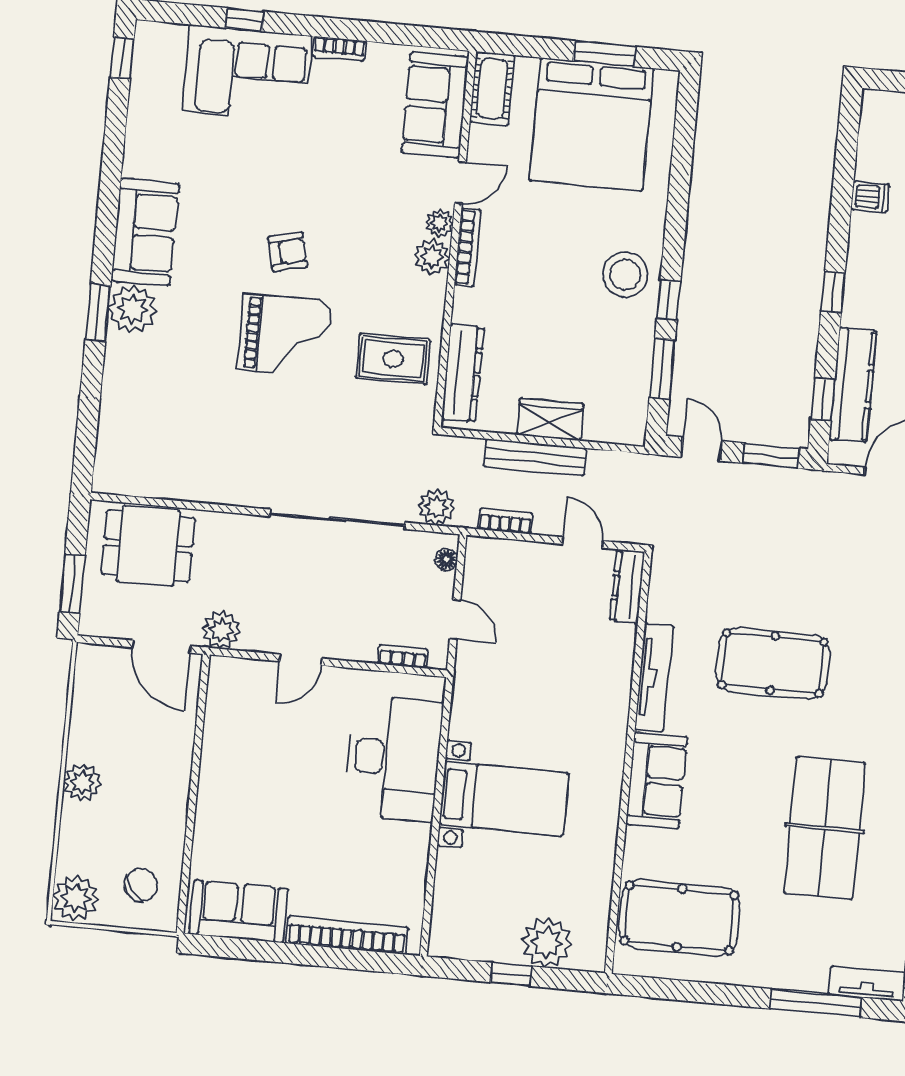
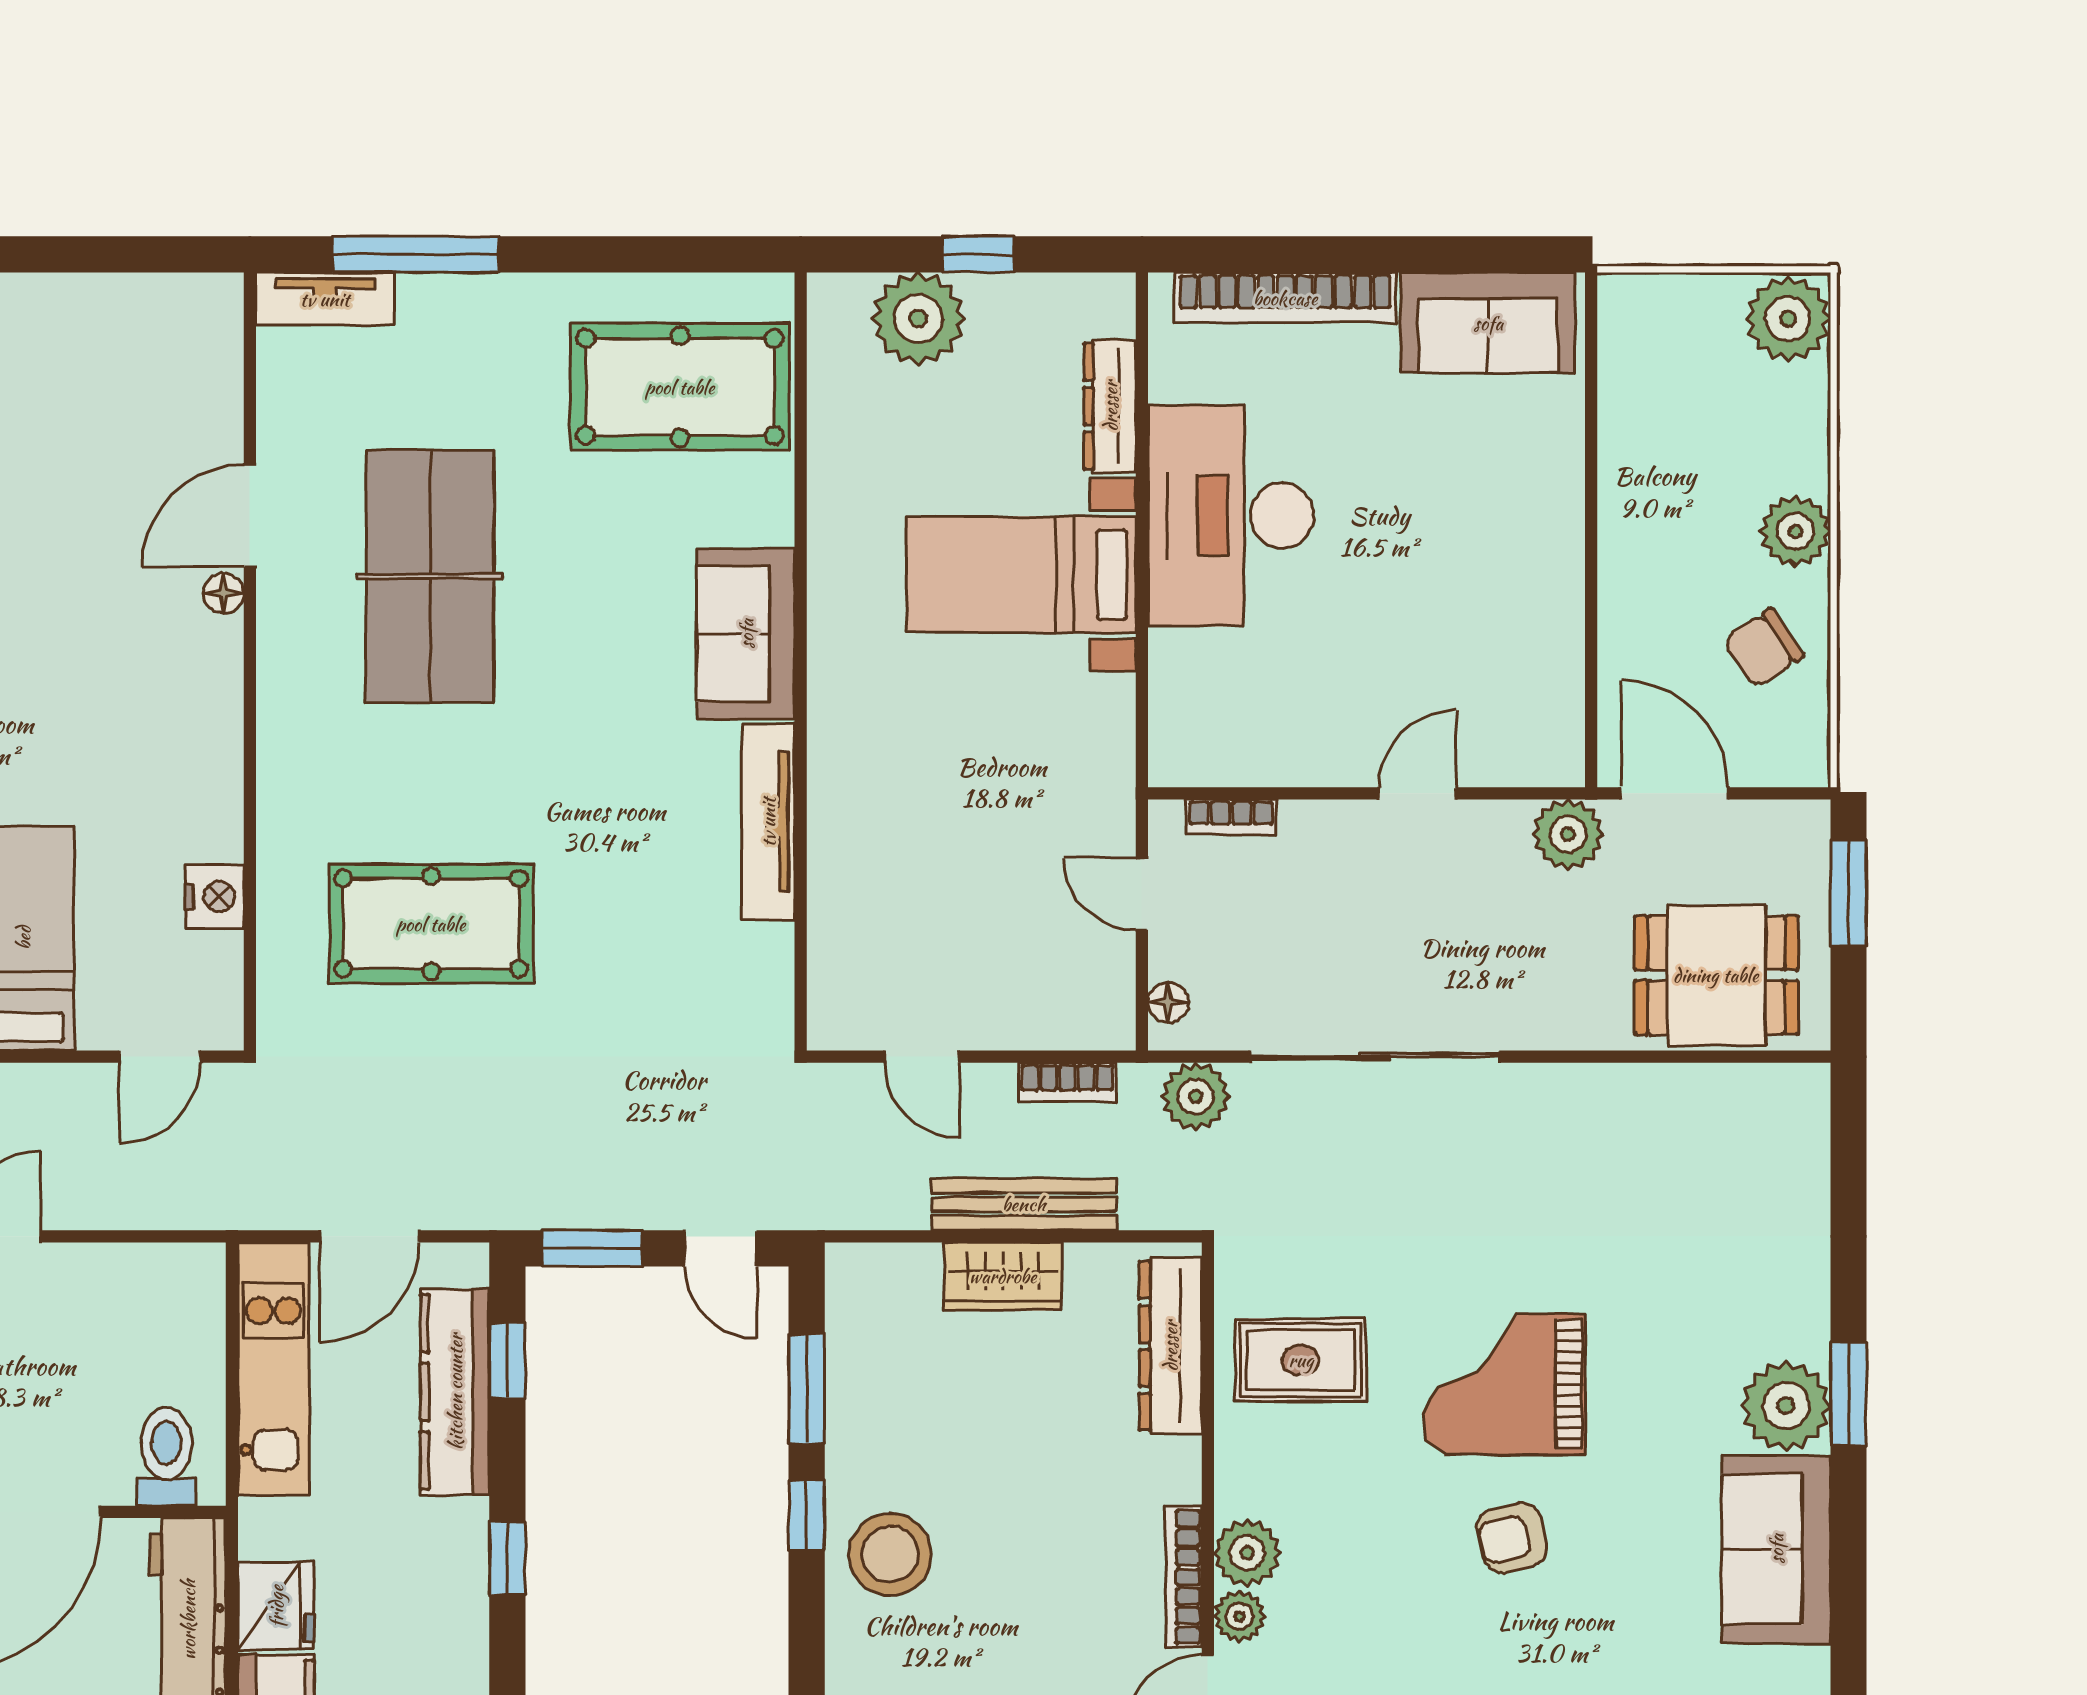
dresser: (627, 586) -> (1110, 406), moved, turned 180
pool table: (773, 663) -> (431, 924), moved
desk: (393, 758) -> (1231, 516), moved
chair: (141, 885) -> (1763, 648), moved

